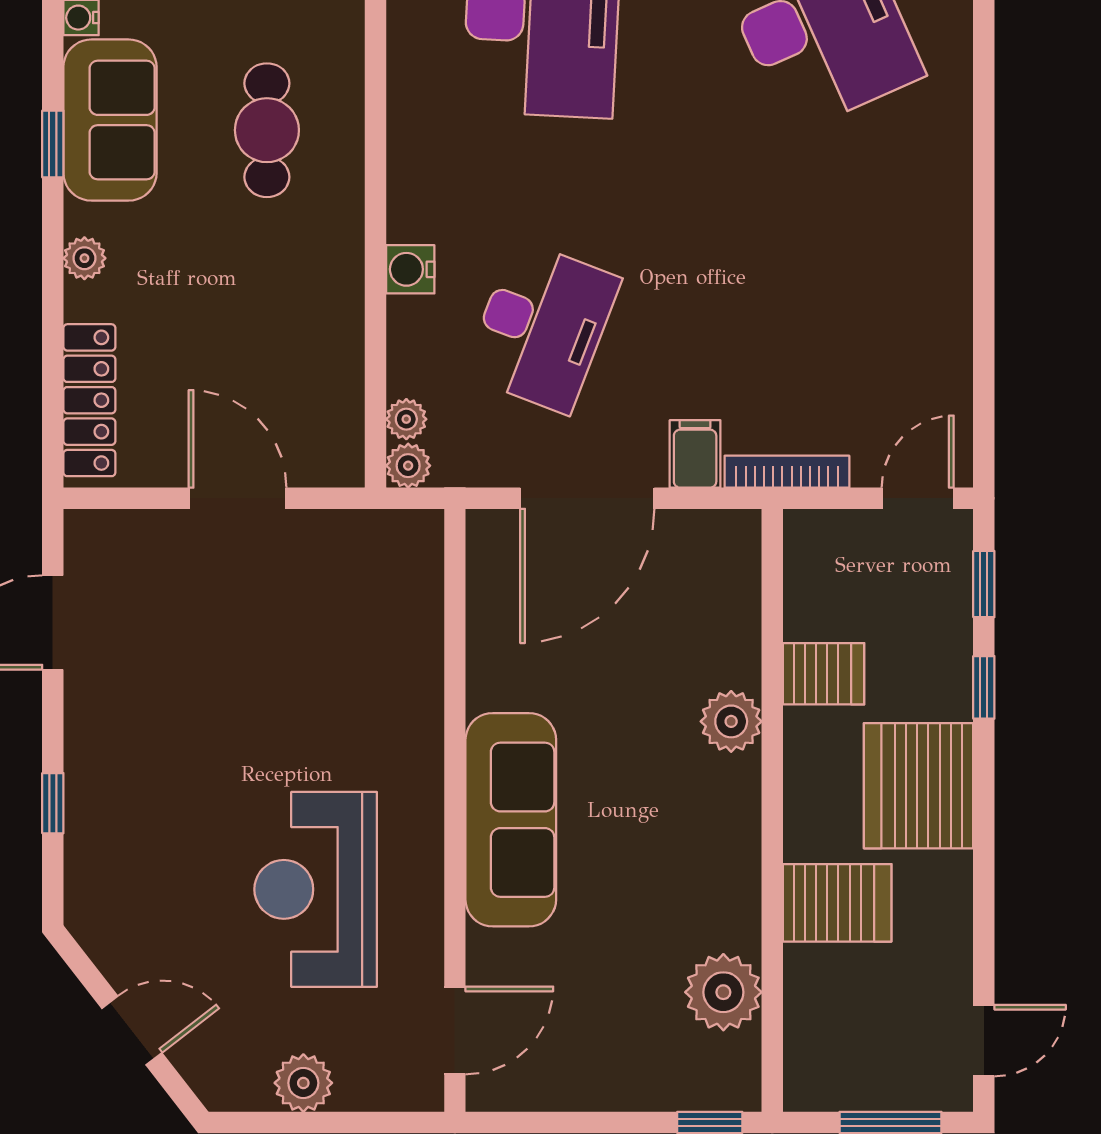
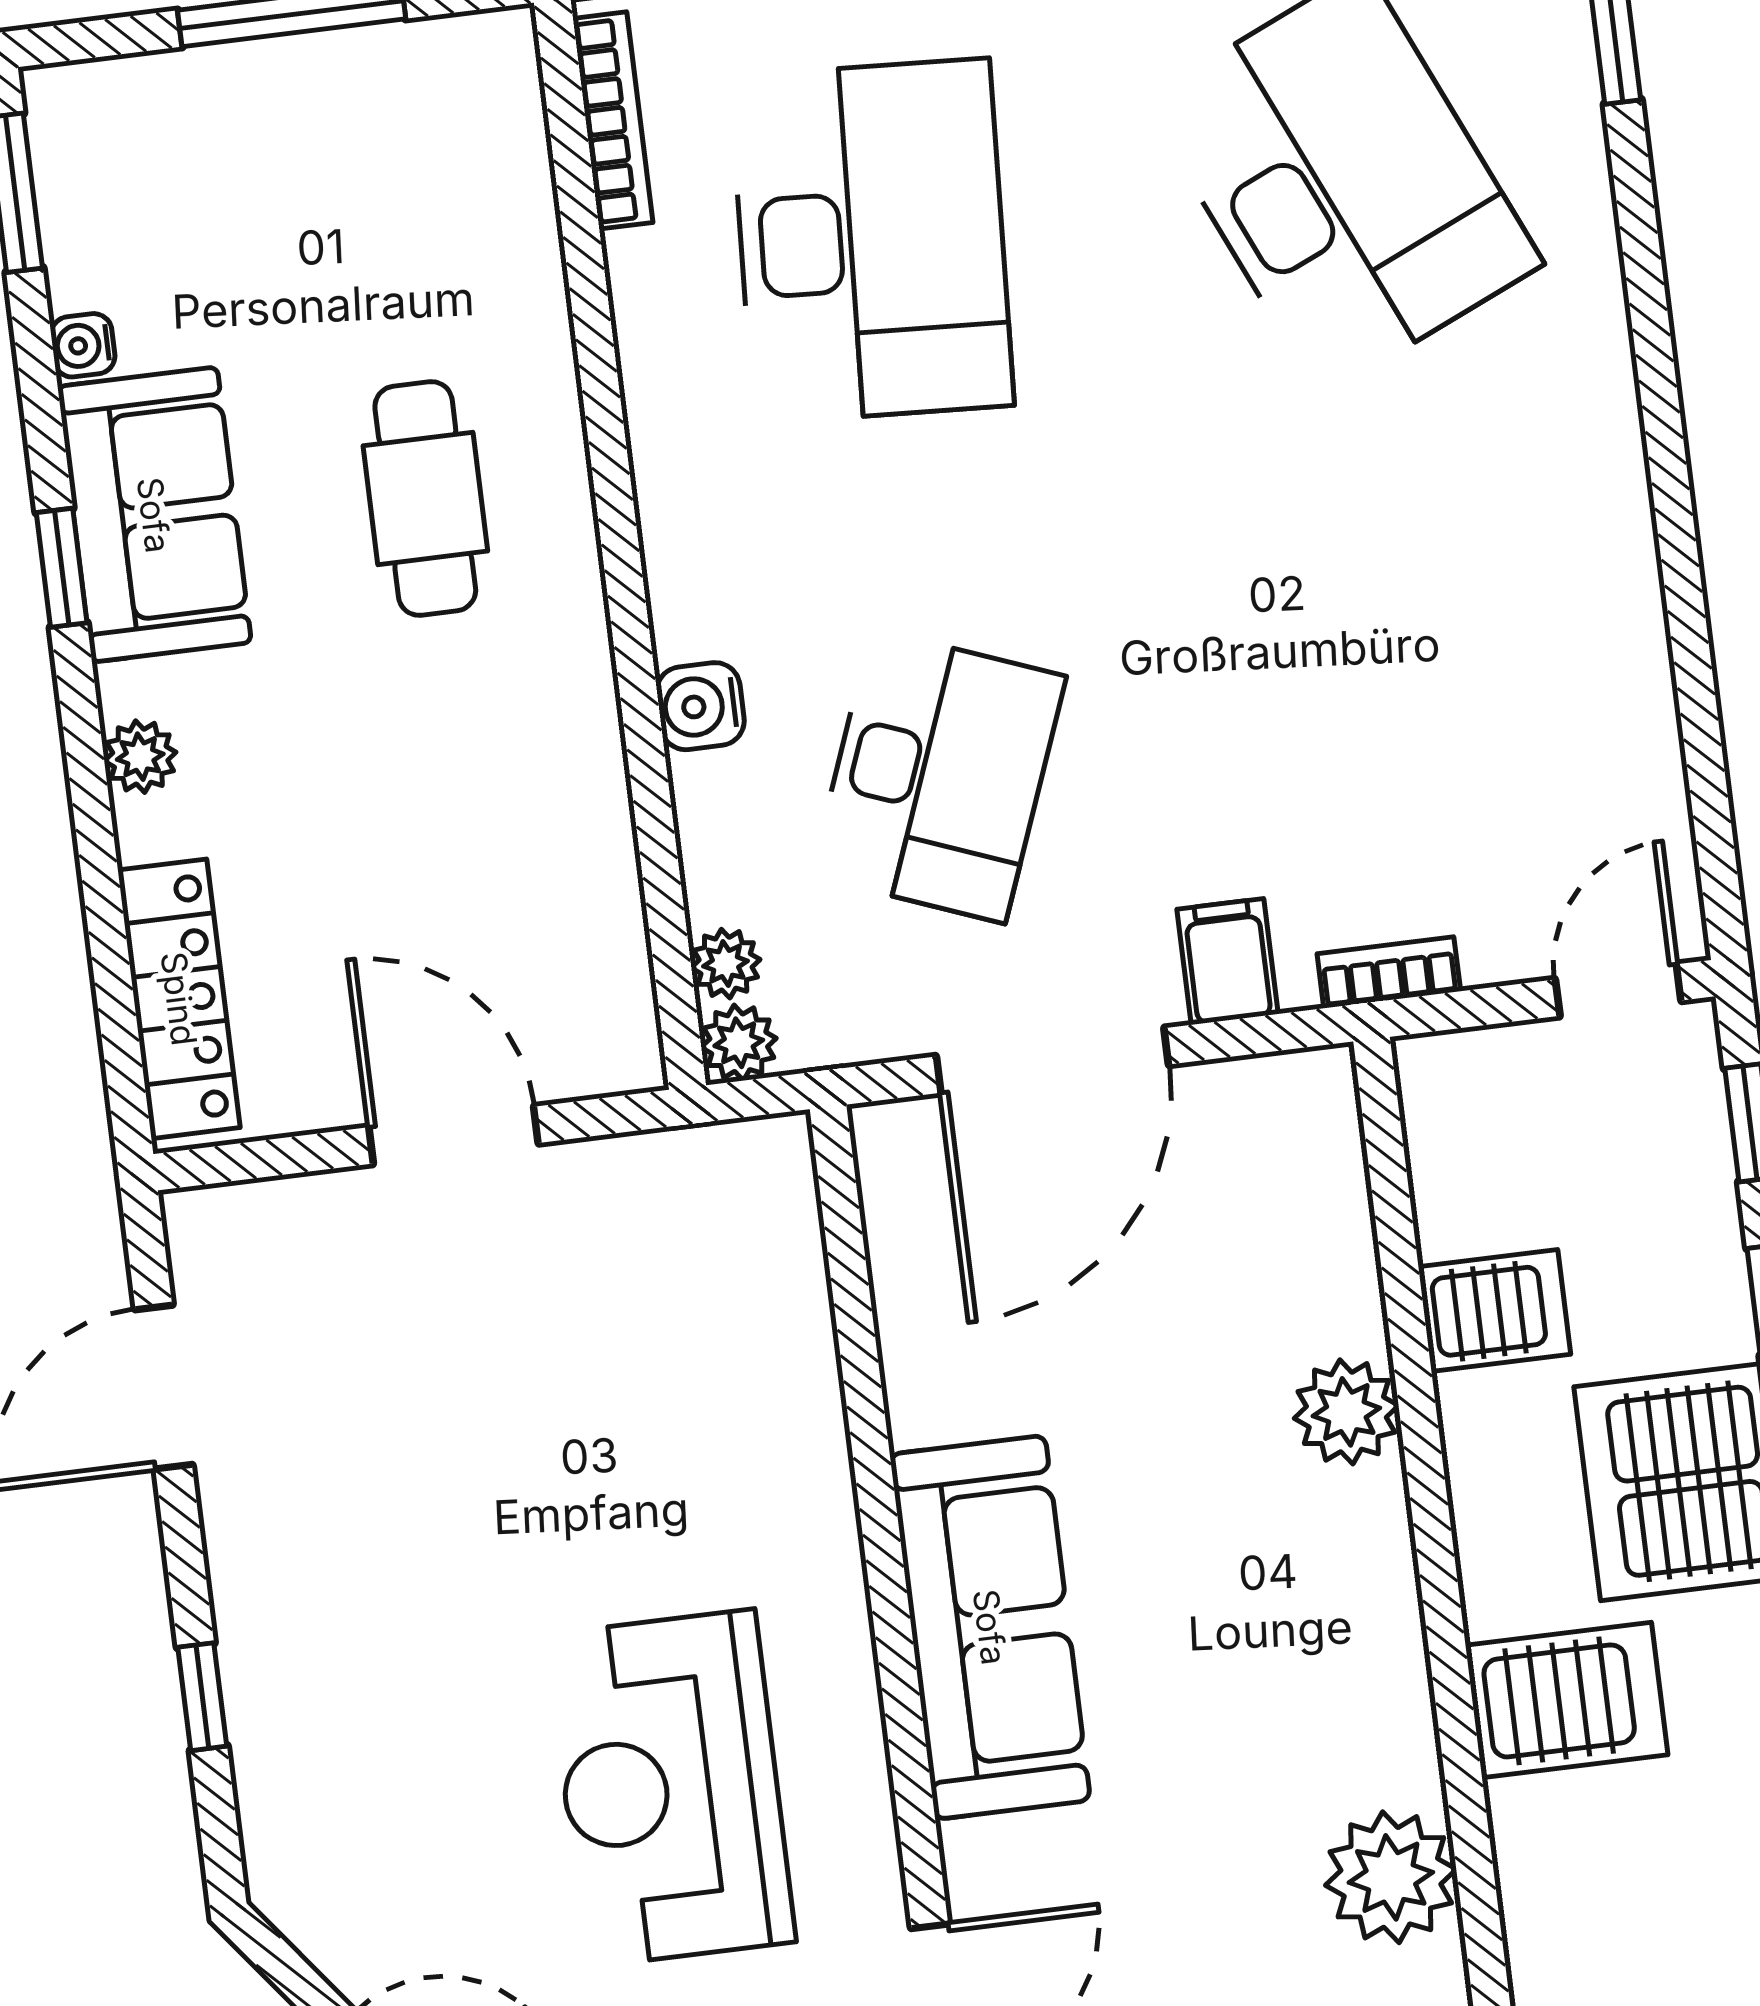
bookcase: (787, 472) -> (1389, 972), width x0.64

